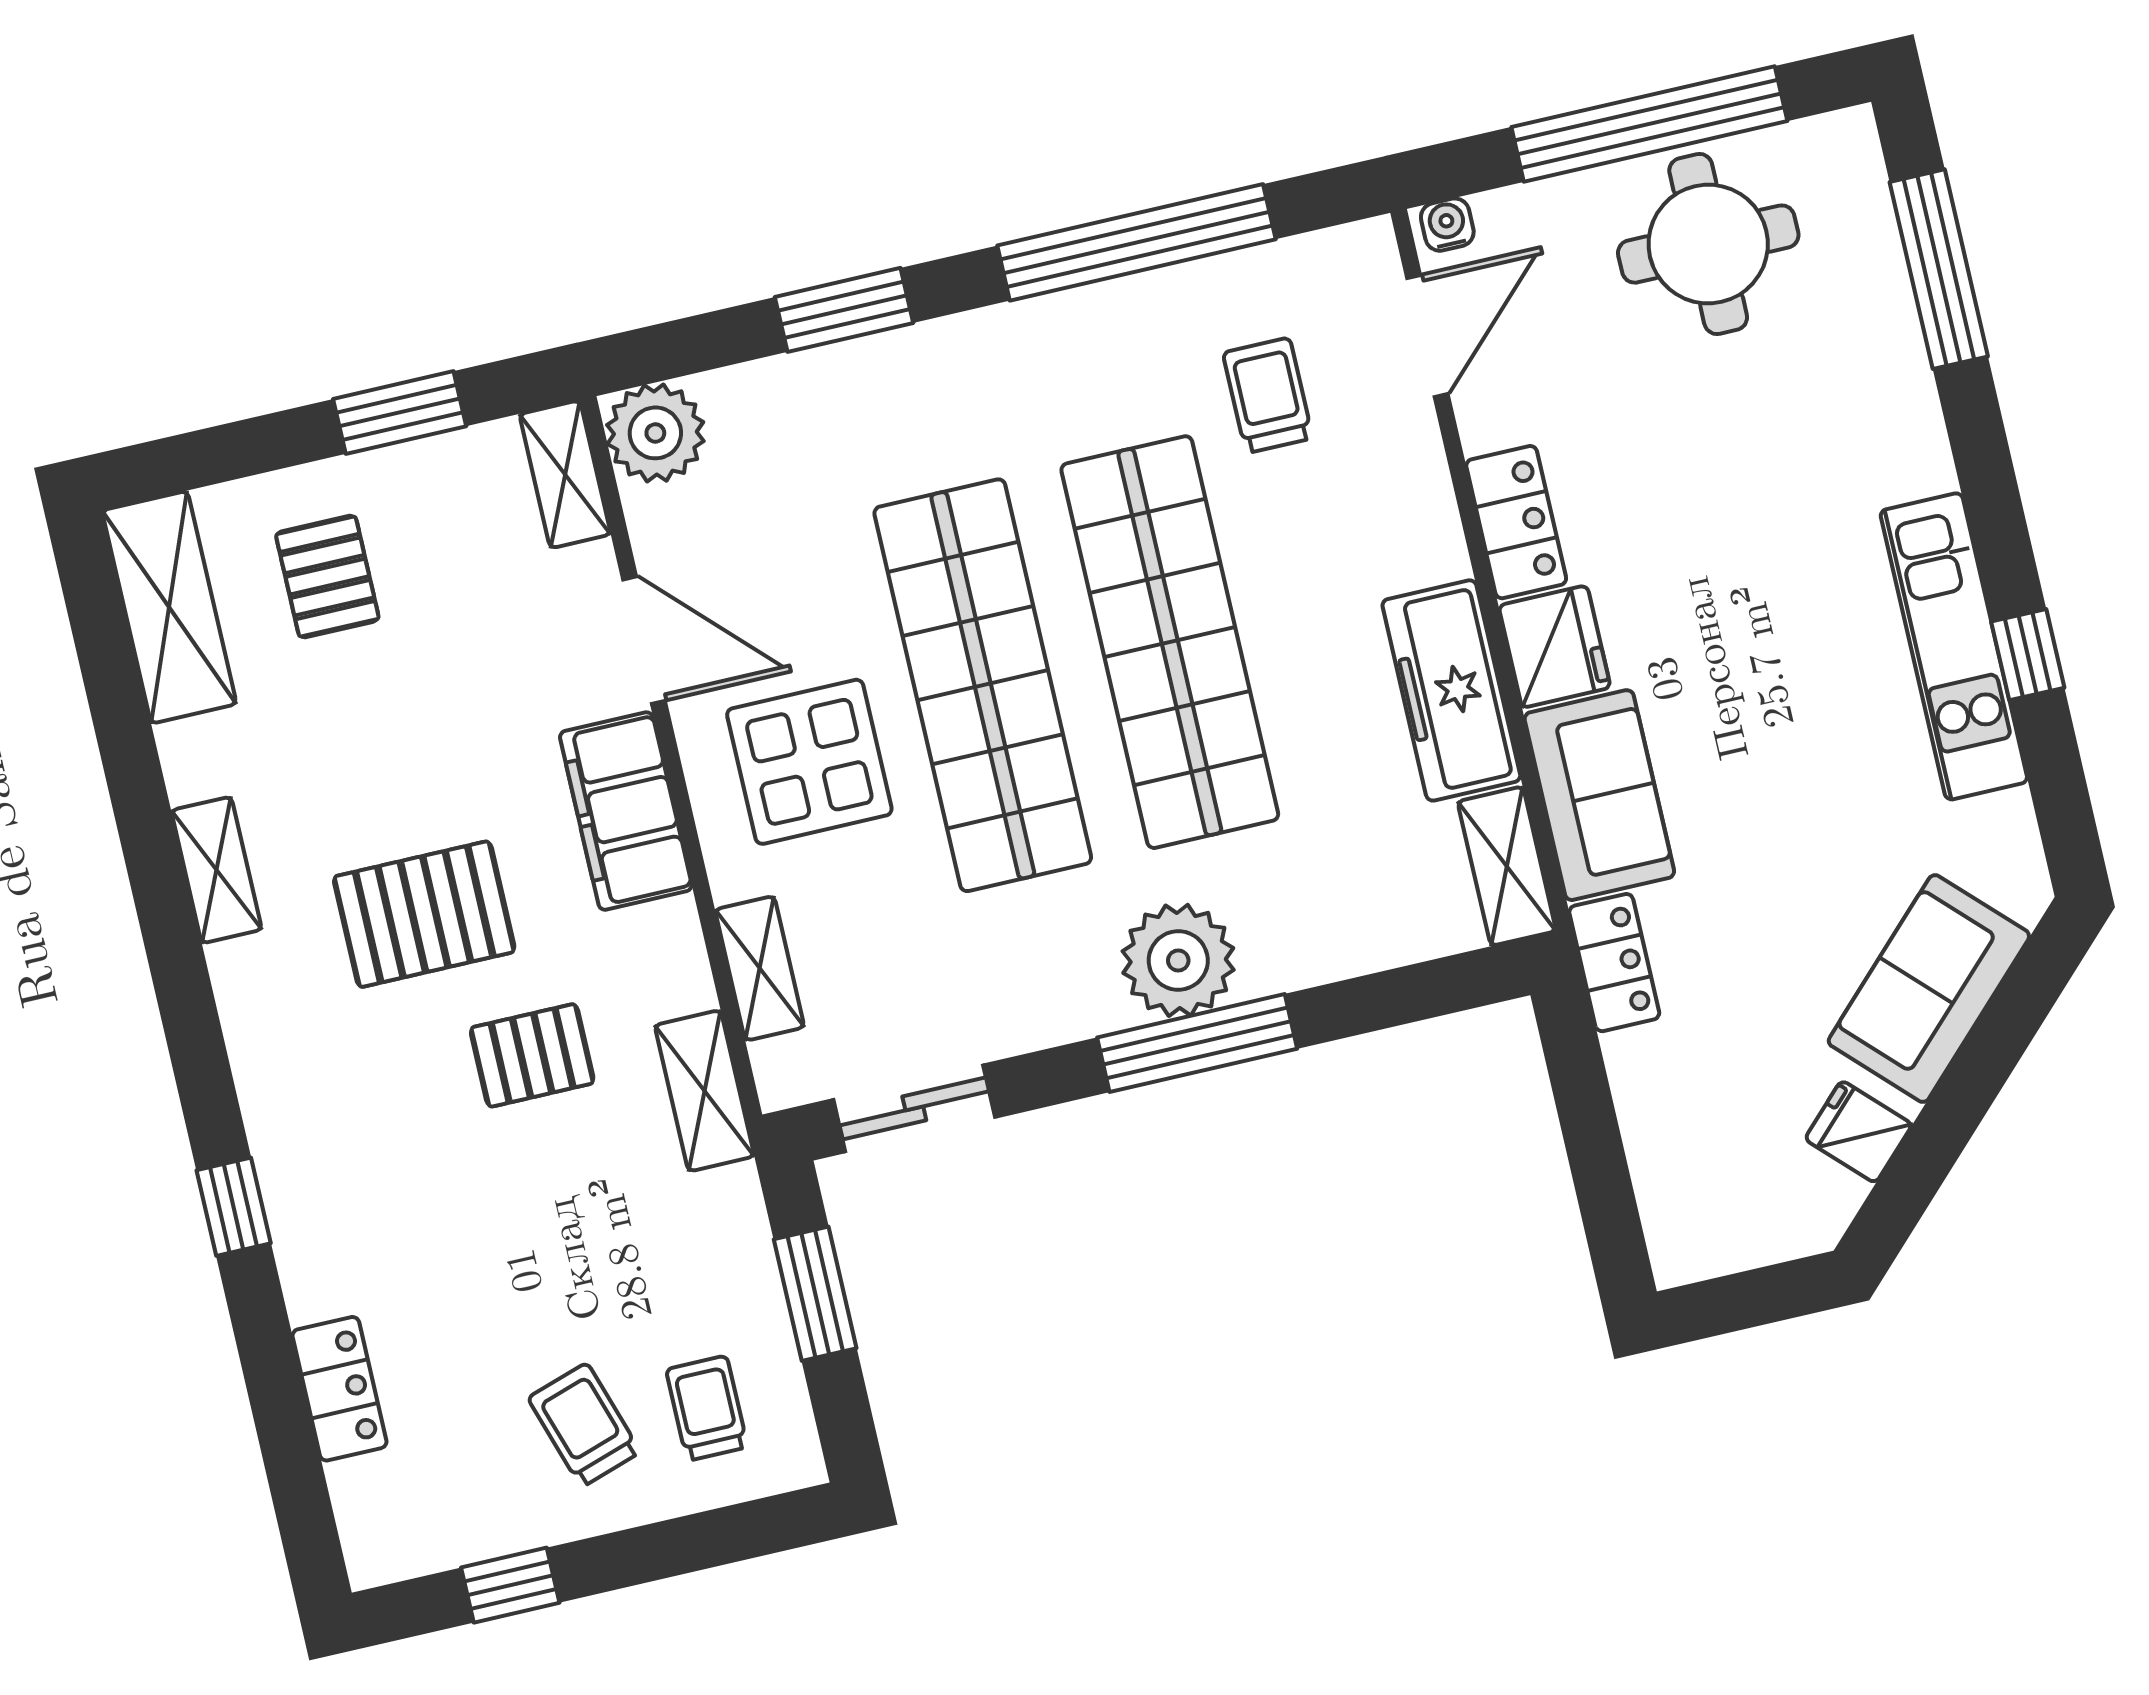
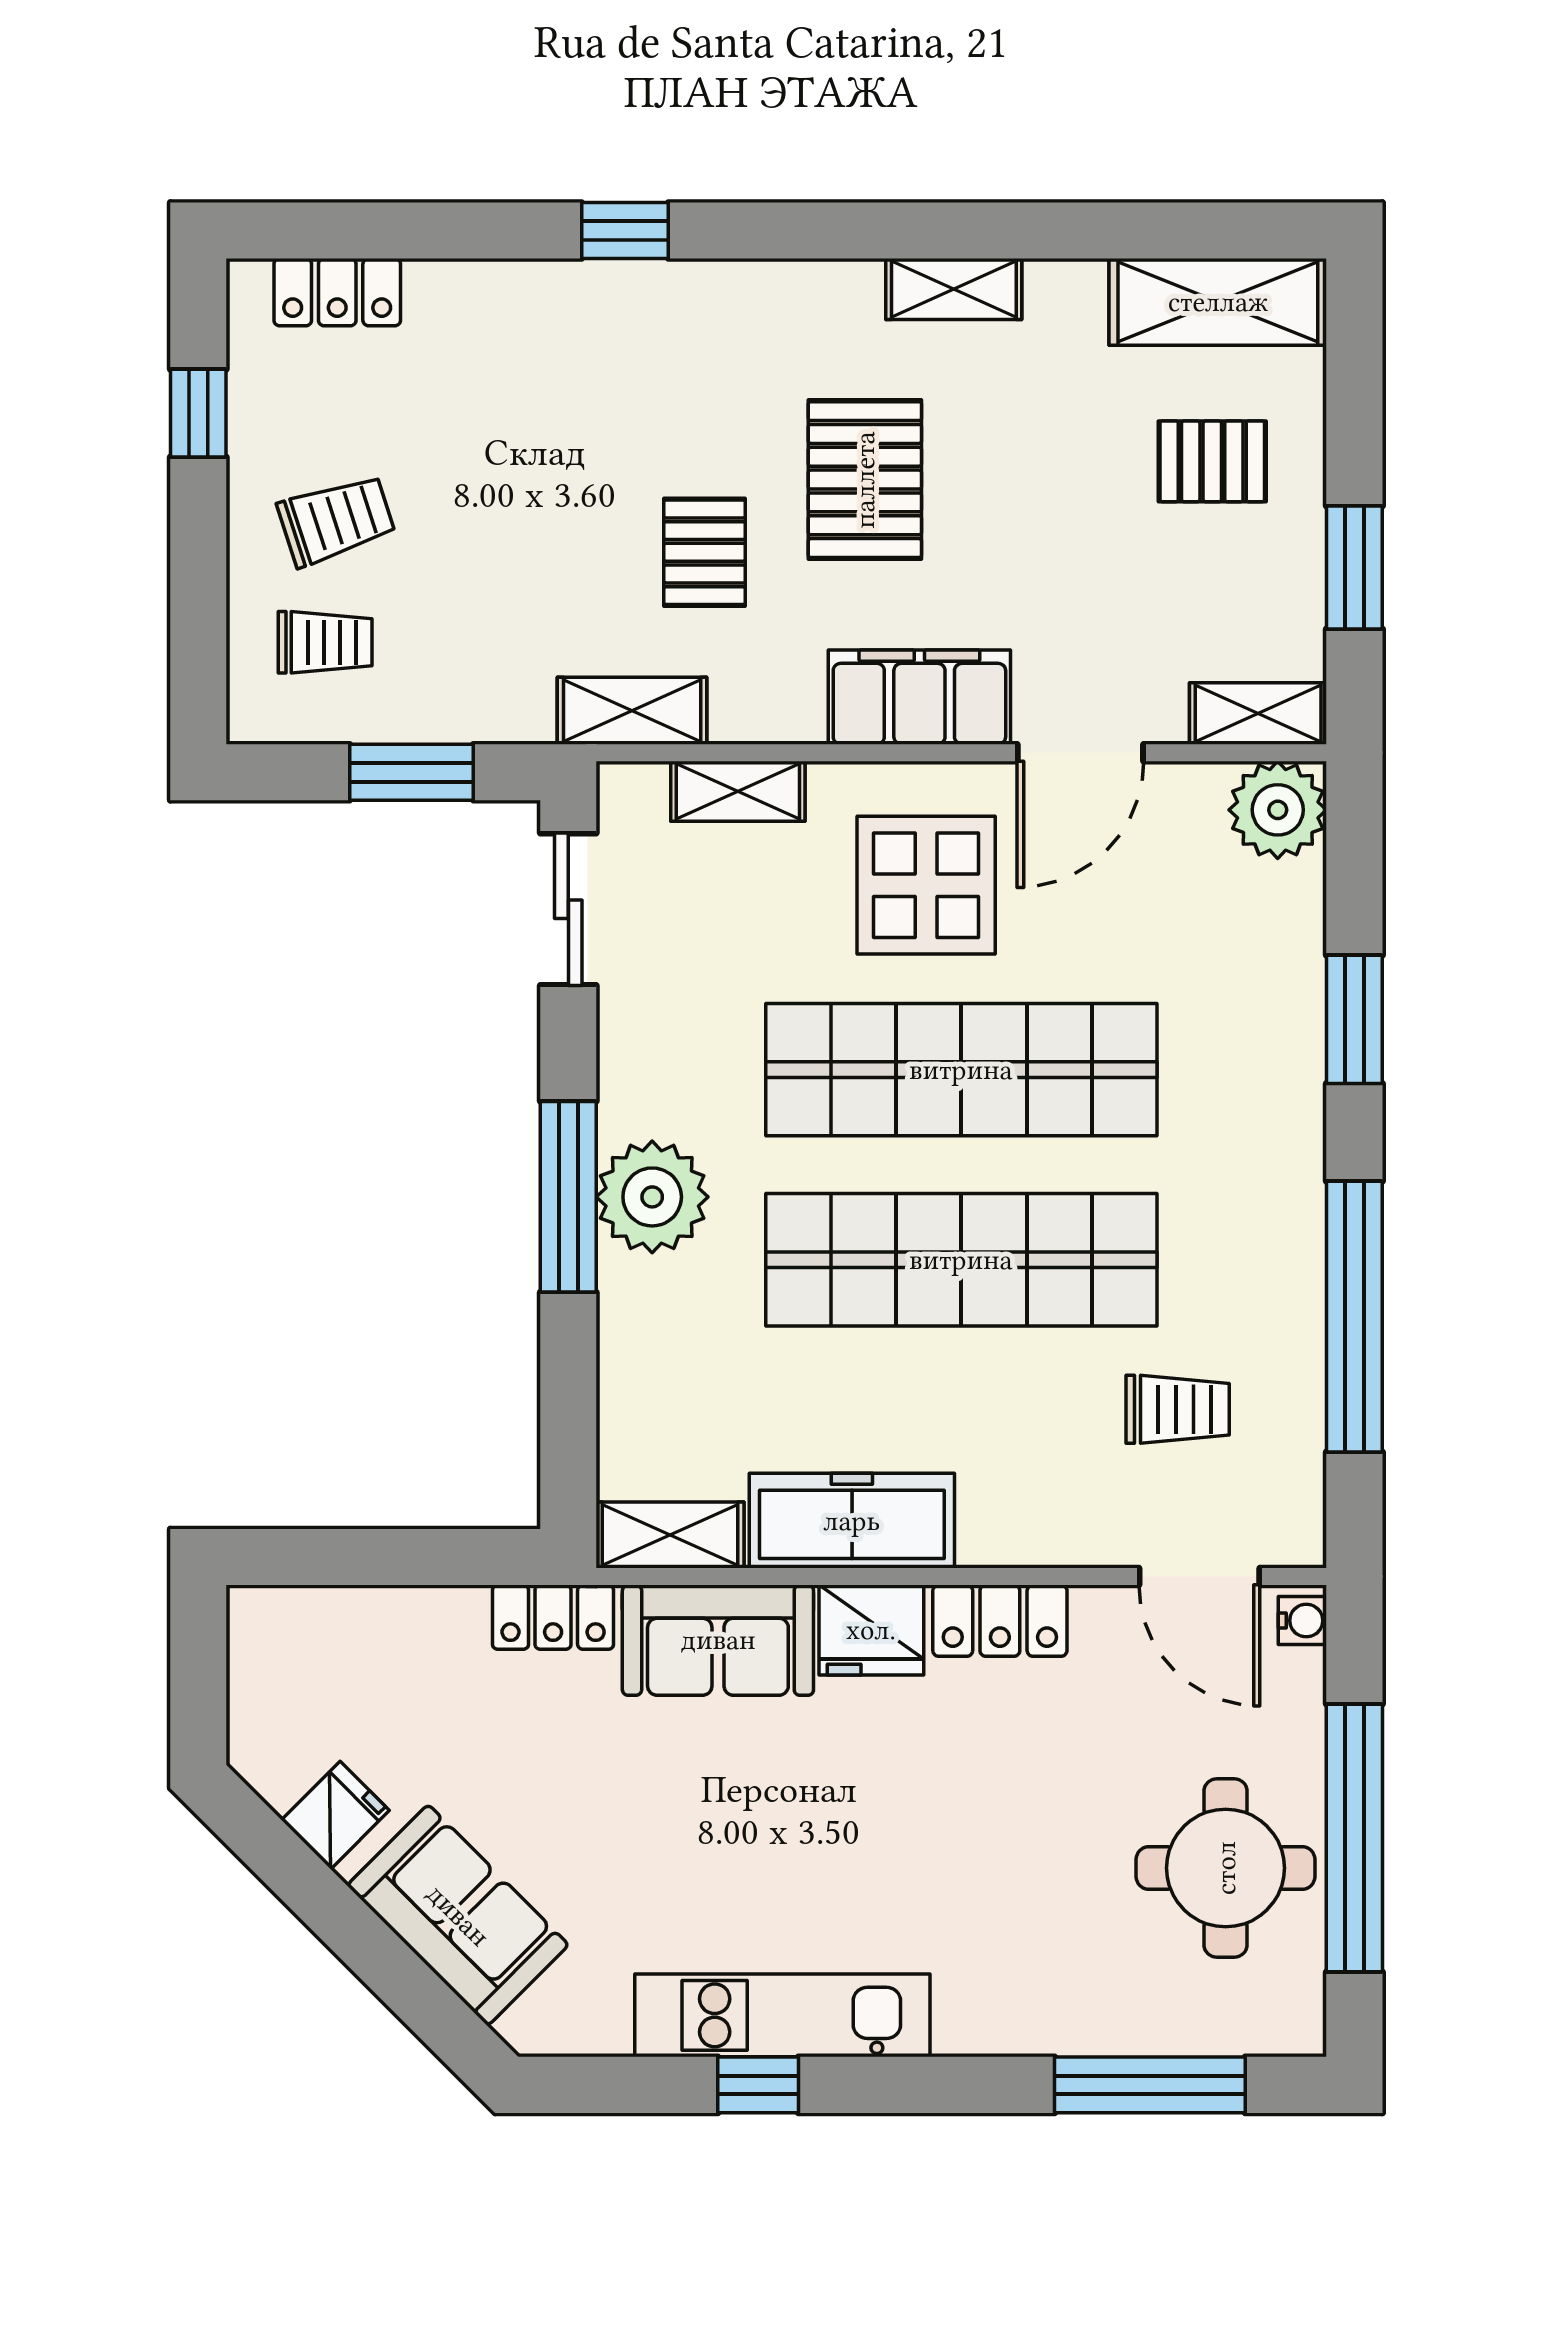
locker: (340, 1389) -> (337, 292), moved

